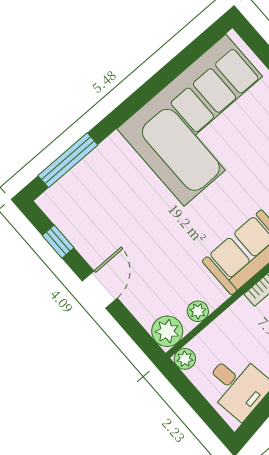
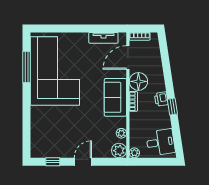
window: (68, 160) -> (27, 67), moved
door: (100, 289) -> (83, 162), hinge flipped

